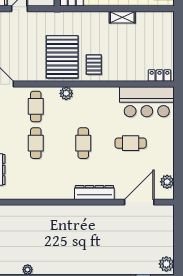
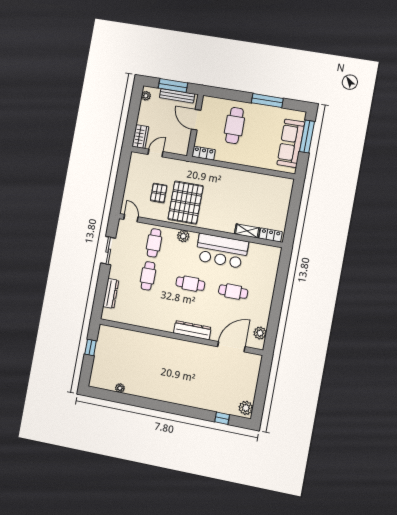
shelving: (122, 17) -> (247, 231), moved
pallet: (94, 65) -> (159, 193), moved
bar counter: (147, 102) -> (222, 251), moved
cafe table: (83, 143) -> (190, 284), turned 90

